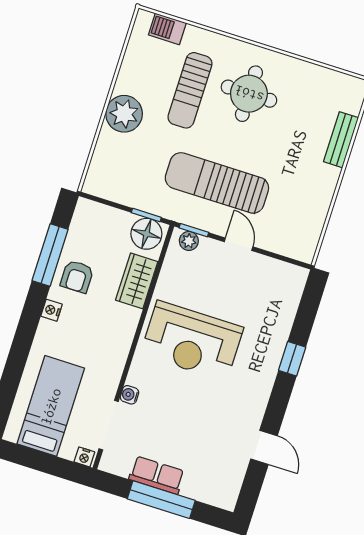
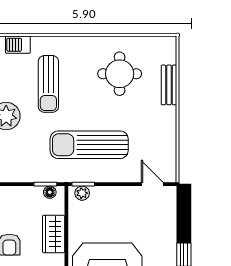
round table: (249, 94) -> (120, 74), moved
floor lamp: (146, 234) -> (50, 192), width x0.53, depth x0.53
door: (239, 244) -> (152, 184), moved

